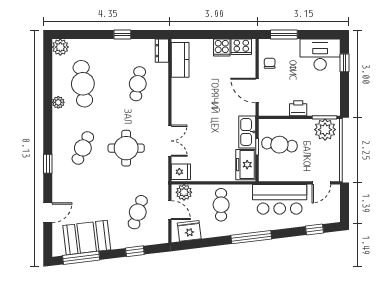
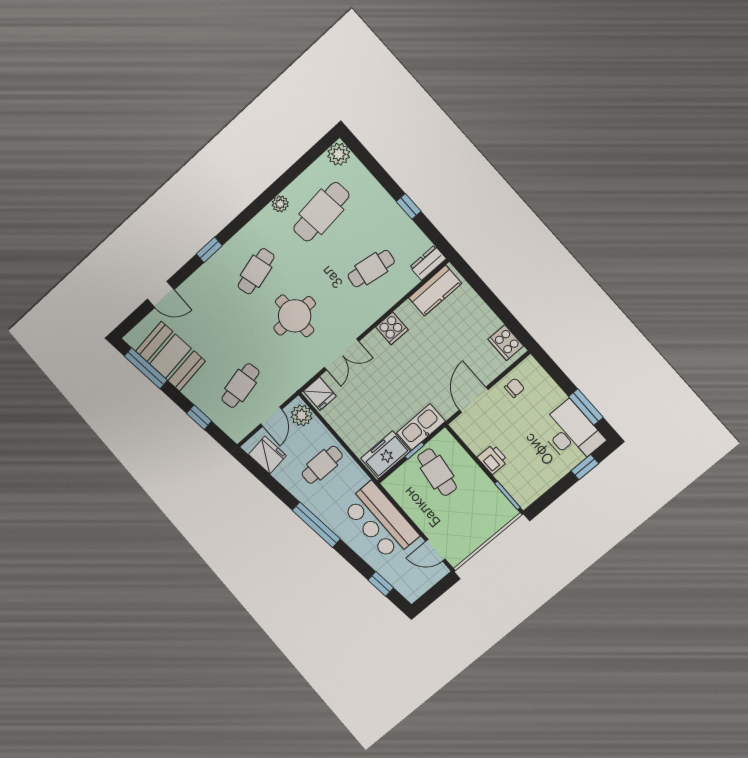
window: (284, 35) -> (586, 407), moved
cooker: (222, 48) -> (392, 328), moved, turned -90
plant: (325, 130) -> (495, 507), removed
cafe table: (83, 148) -> (256, 271), turned -39
cafe table: (138, 212) -> (241, 386), turned -30

